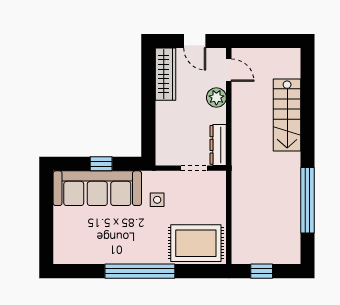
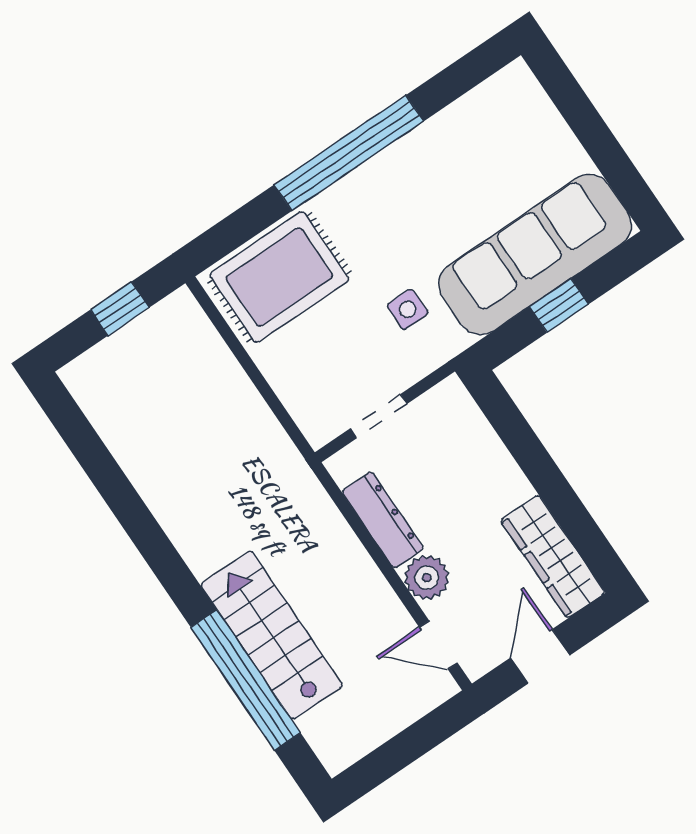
door: (195, 41) -> (540, 656), hinge flipped
dresser: (218, 145) -> (383, 520), moved
window: (308, 200) -> (246, 680), moved

